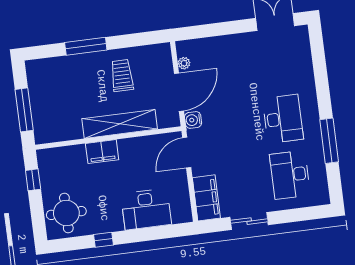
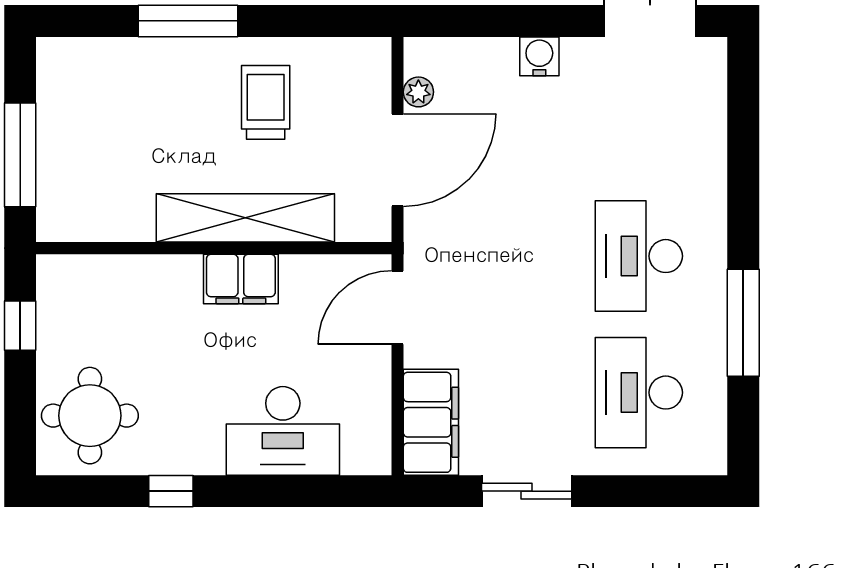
desk: (283, 119) -> (639, 256), turned 180
water cooler: (193, 120) -> (539, 56), moved, turned 90
filing cabinet: (102, 152) -> (241, 279), moved

